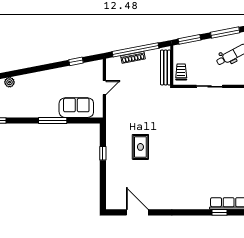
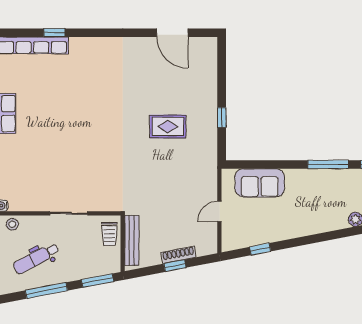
window: (136, 50) -> (175, 266), width x0.32
window: (53, 120) -> (328, 164), moved
rug: (140, 147) -> (168, 127), turned 90

